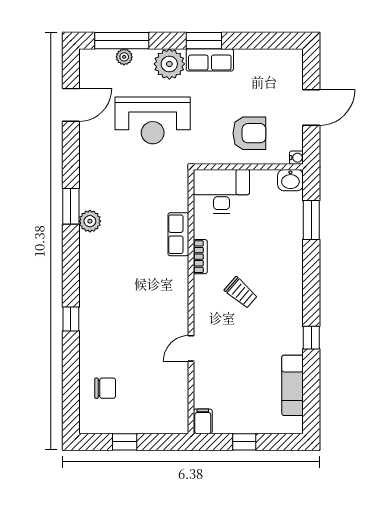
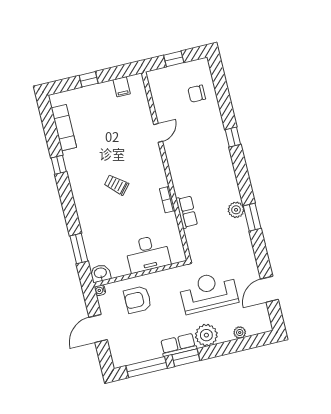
window: (122, 41) -> (147, 367), moved
row of seats: (178, 234) -> (187, 212), moved
bookcase: (200, 257) -> (167, 200), moved
wall: (191, 302) -> (166, 166), moved
door: (191, 348) -> (158, 133), moved

